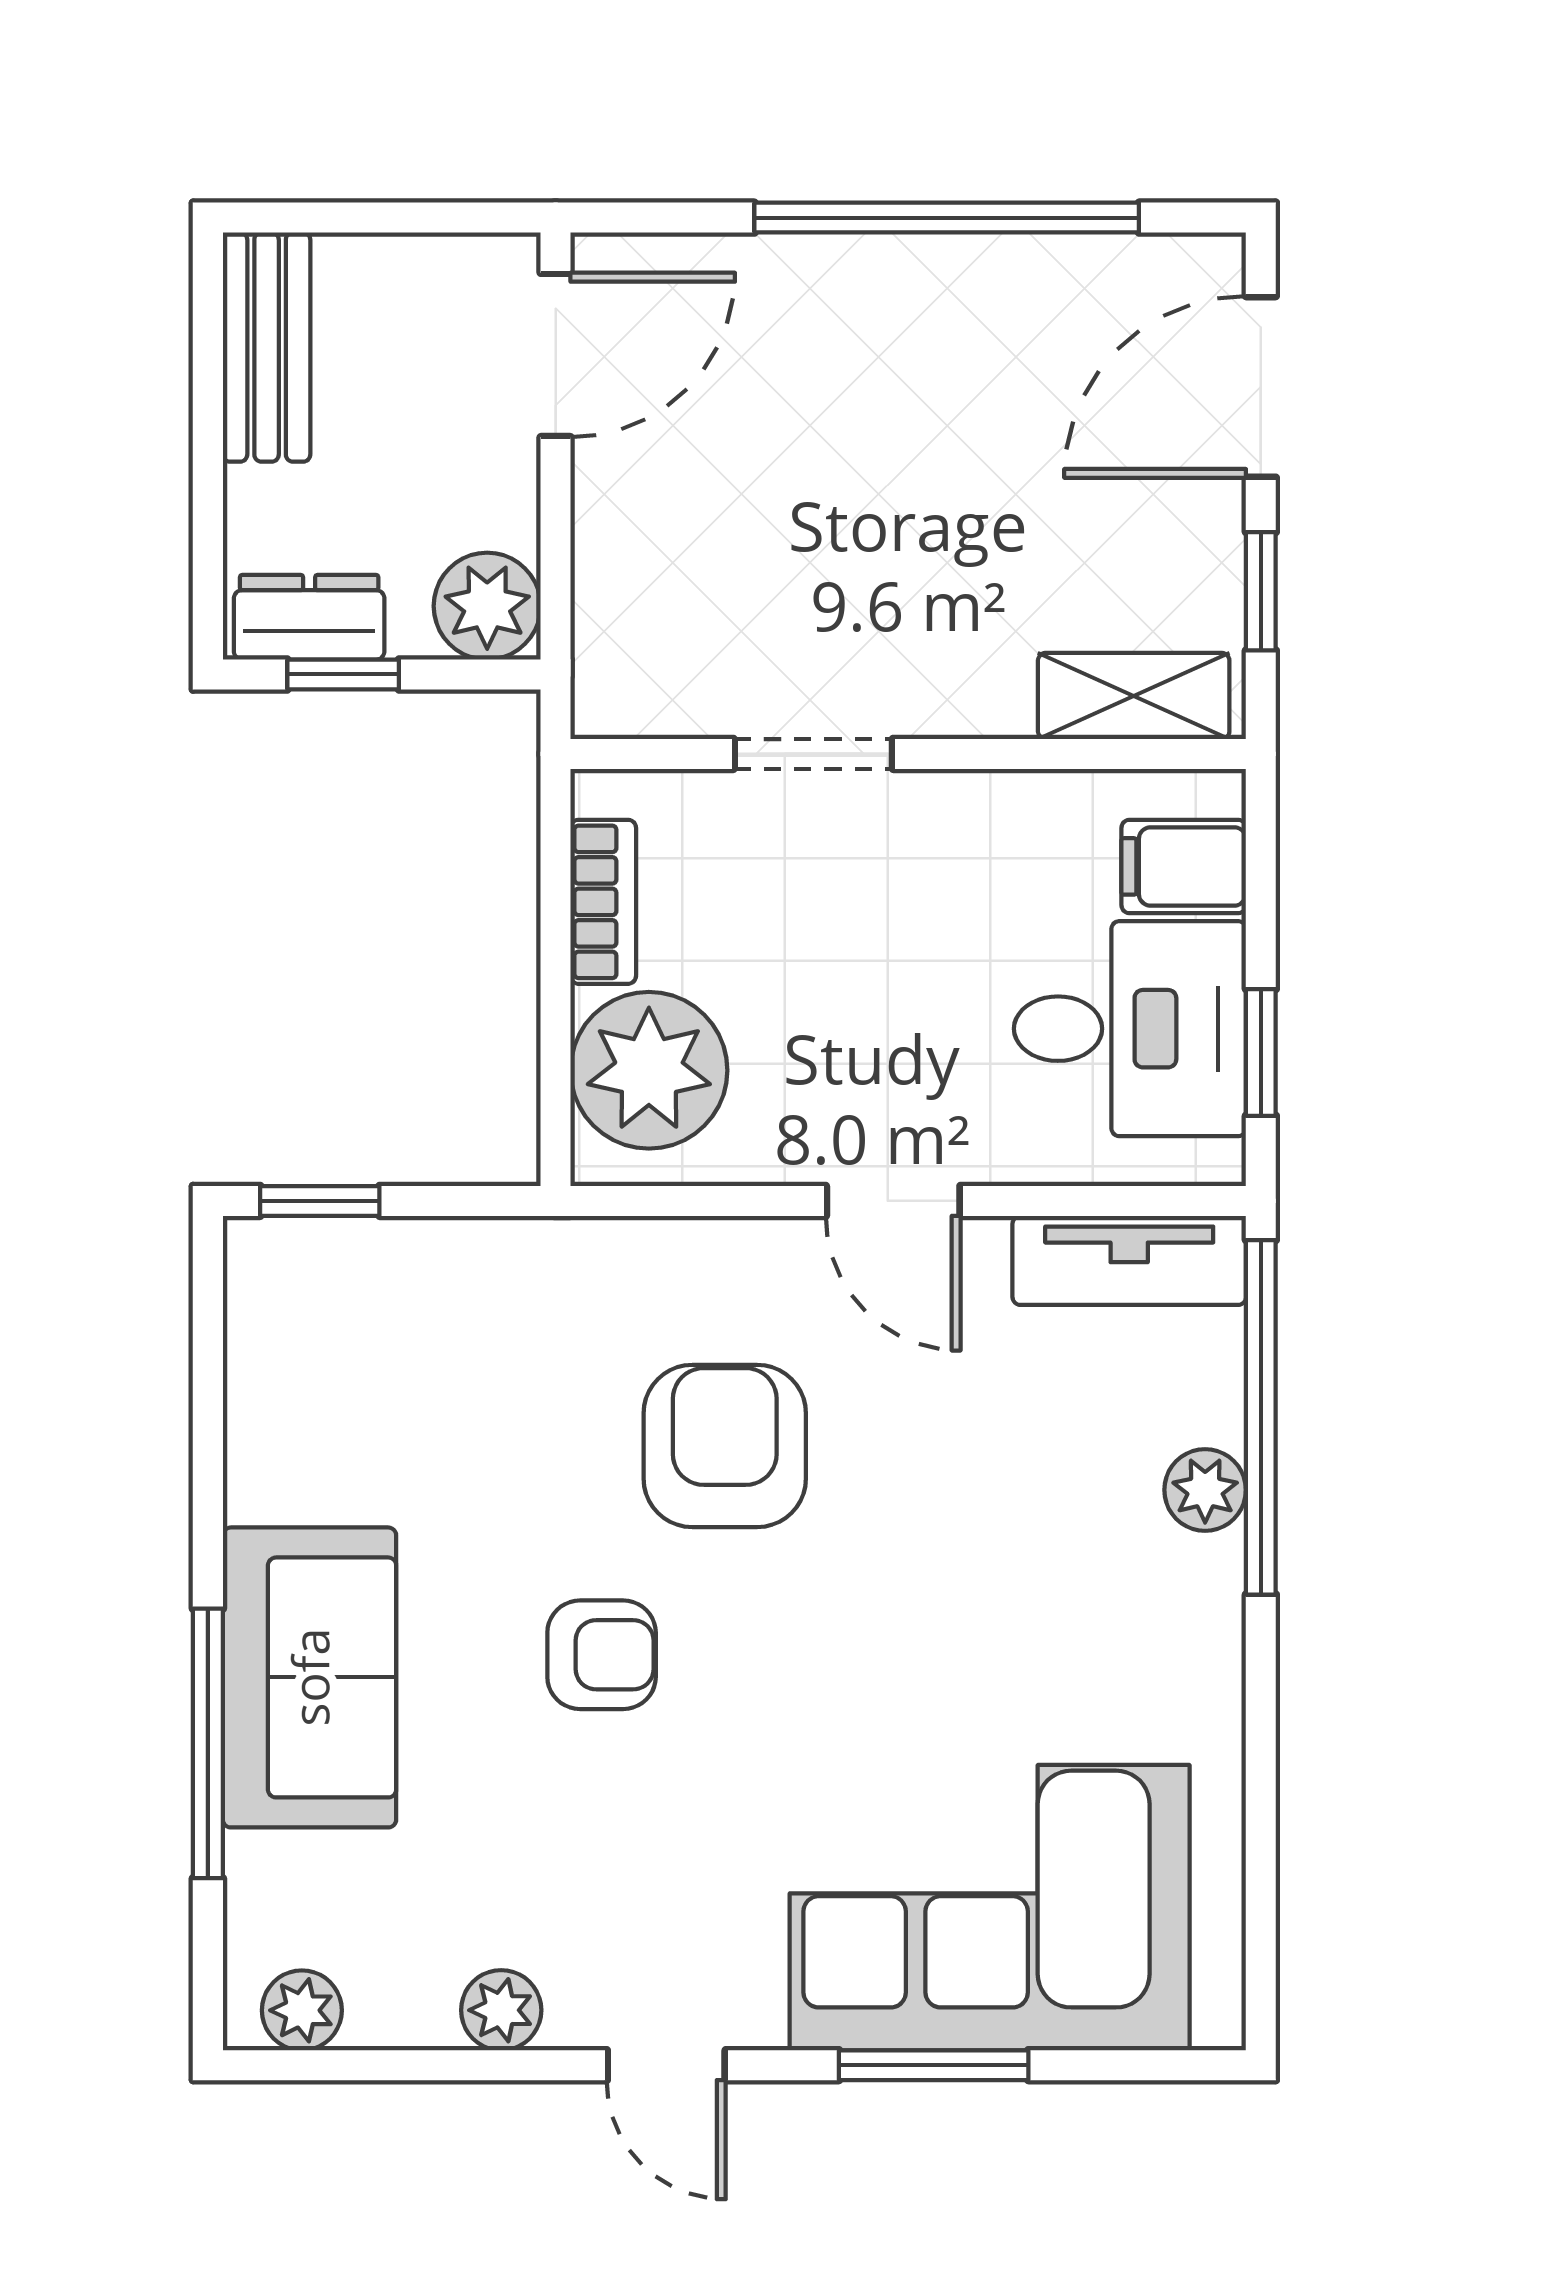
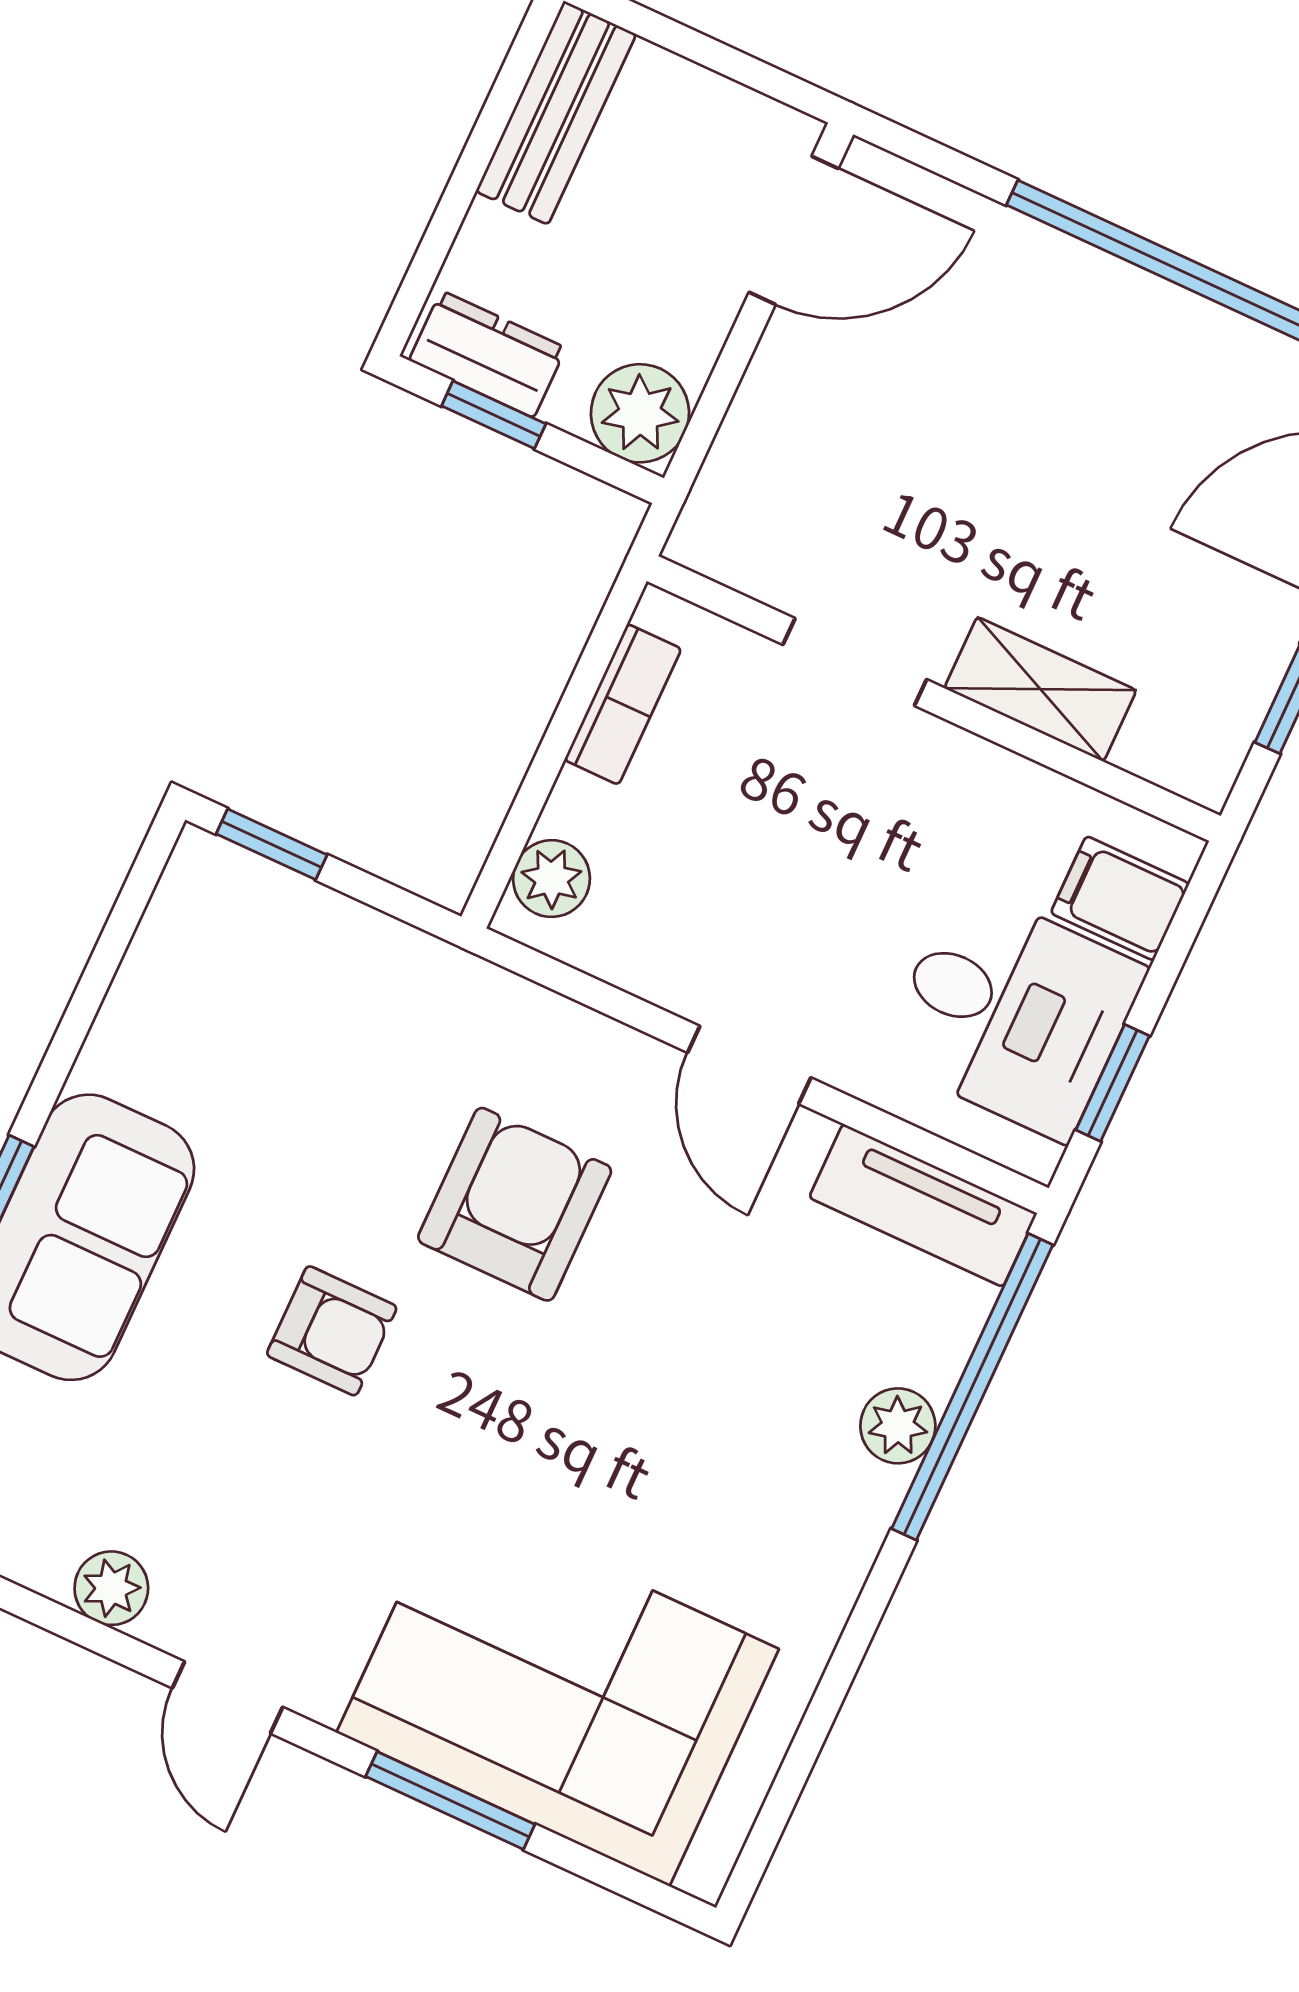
shelving: (1134, 696) -> (1040, 689), moved
plant: (649, 1070) -> (551, 879), width x0.53, depth x0.53

